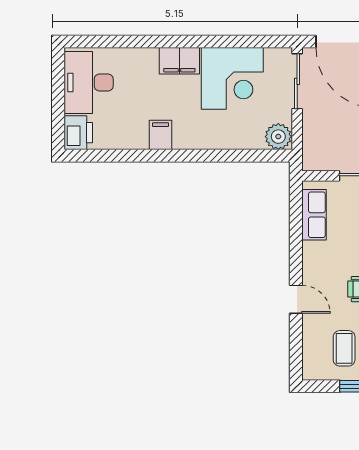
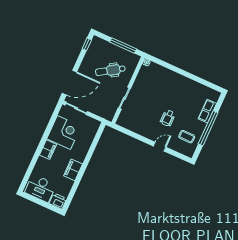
filing cabinet: (161, 135) -> (73, 170), width x2.00
plant: (278, 137) -> (94, 125), removed
row of seats: (314, 215) -> (130, 125), removed

